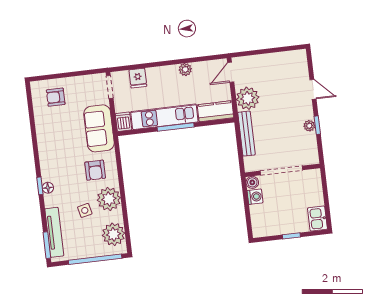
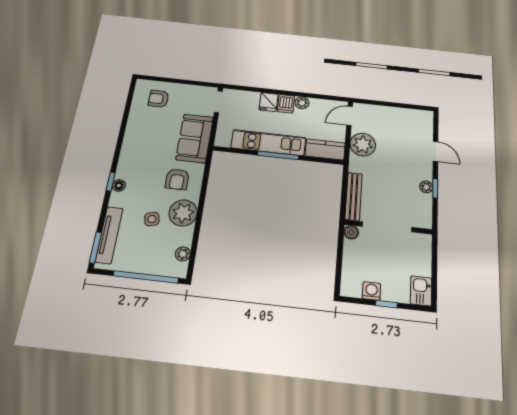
fridge: (138, 78) -> (269, 102), moved
dishwasher: (123, 122) -> (286, 104), moved, turned 180
bench: (247, 134) -> (354, 196), moved
washing machine: (255, 197) -> (372, 291), moved, turned -90
plant: (113, 234) -> (183, 254), width x0.53, depth x0.53

